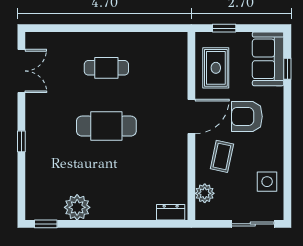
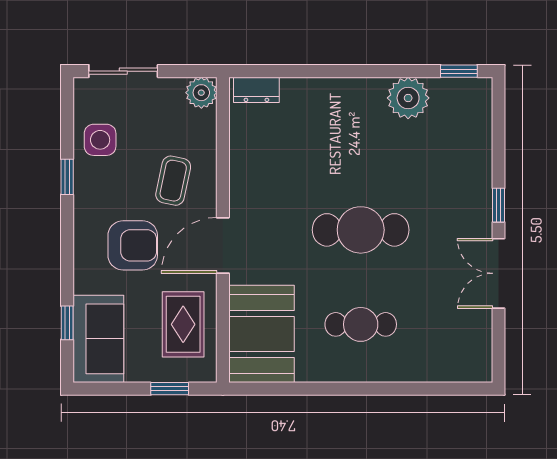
booth: (167, 62) -> (262, 334), added
double door: (21, 71) -> (498, 273), moved
window: (287, 159) -> (67, 177), added
plant: (205, 193) -> (201, 93), moved

